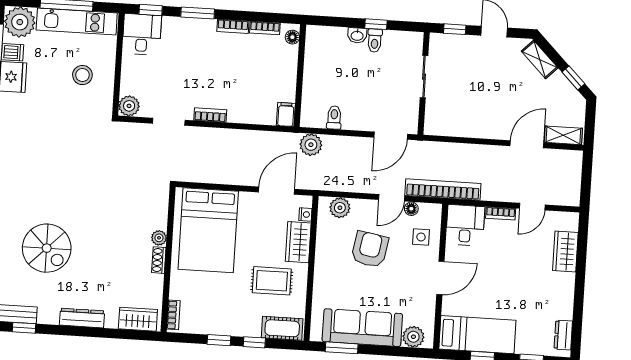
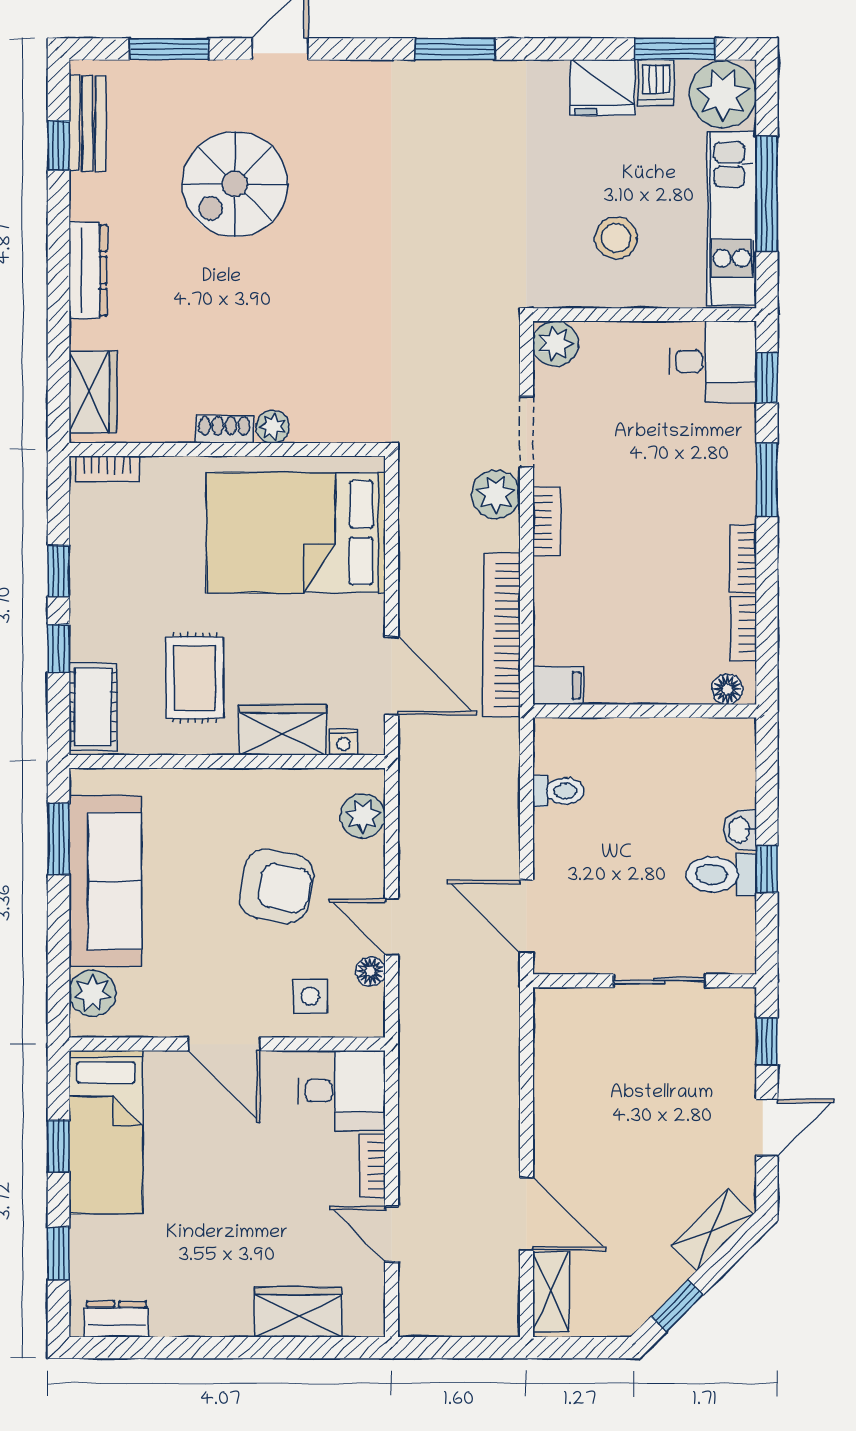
toilet: (375, 41) -> (721, 875), width x1.37, depth x1.39
plant: (311, 145) -> (496, 494), moved
bookcase: (443, 190) -> (502, 635), moved, turned 180

